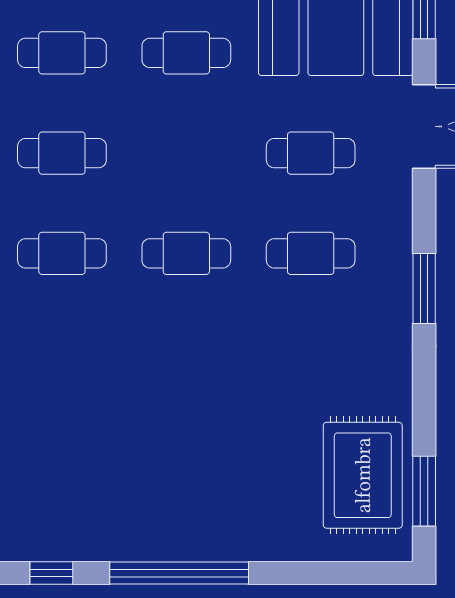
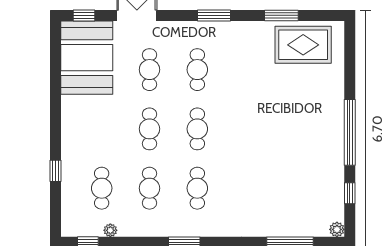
cafe table: (186, 53) -> (149, 129), moved
window: (424, 491) -> (281, 15), moved

